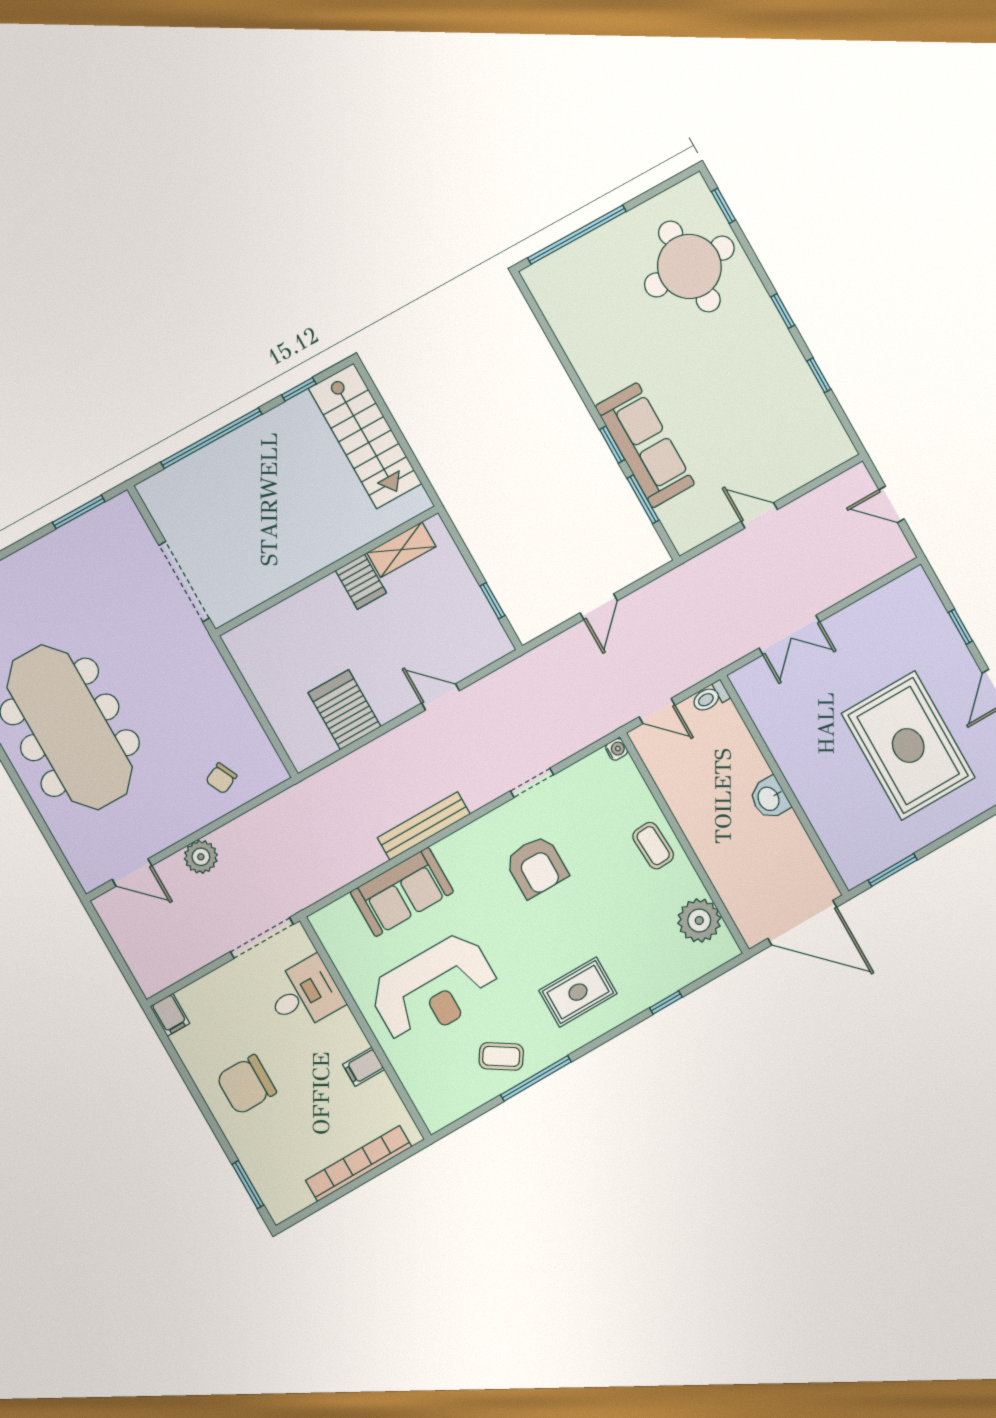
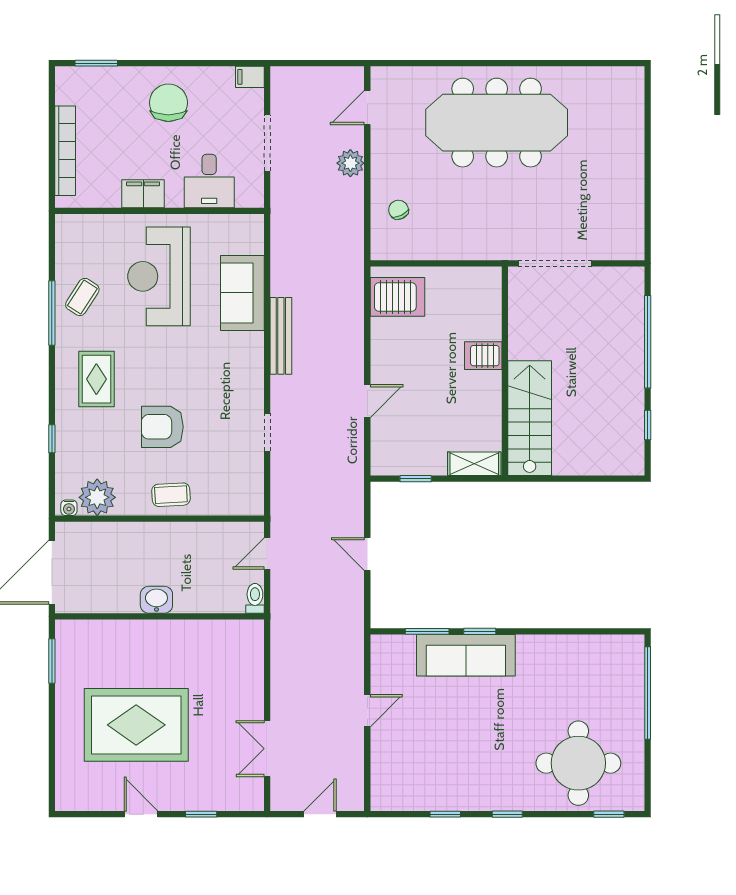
stairs: (365, 436) -> (530, 418), moved, turned 90
window: (79, 512) -> (648, 216), removed
shelving: (401, 550) -> (474, 464), moved, turned 90
server rack: (361, 582) -> (483, 356), moved
double door: (789, 635) -> (267, 749), moved
server rack: (345, 710) -> (397, 297), moved
water cooler: (617, 749) -> (69, 508), moved
armchair: (536, 866) -> (162, 427), moved
doorway: (262, 938) -> (267, 143), moved
filing cabinet: (364, 1067) -> (143, 194), width x2.00

